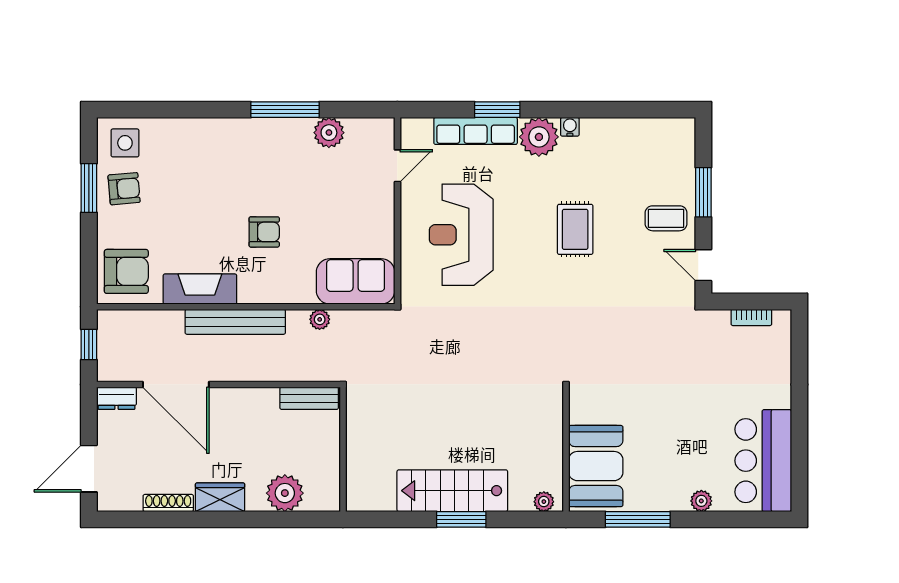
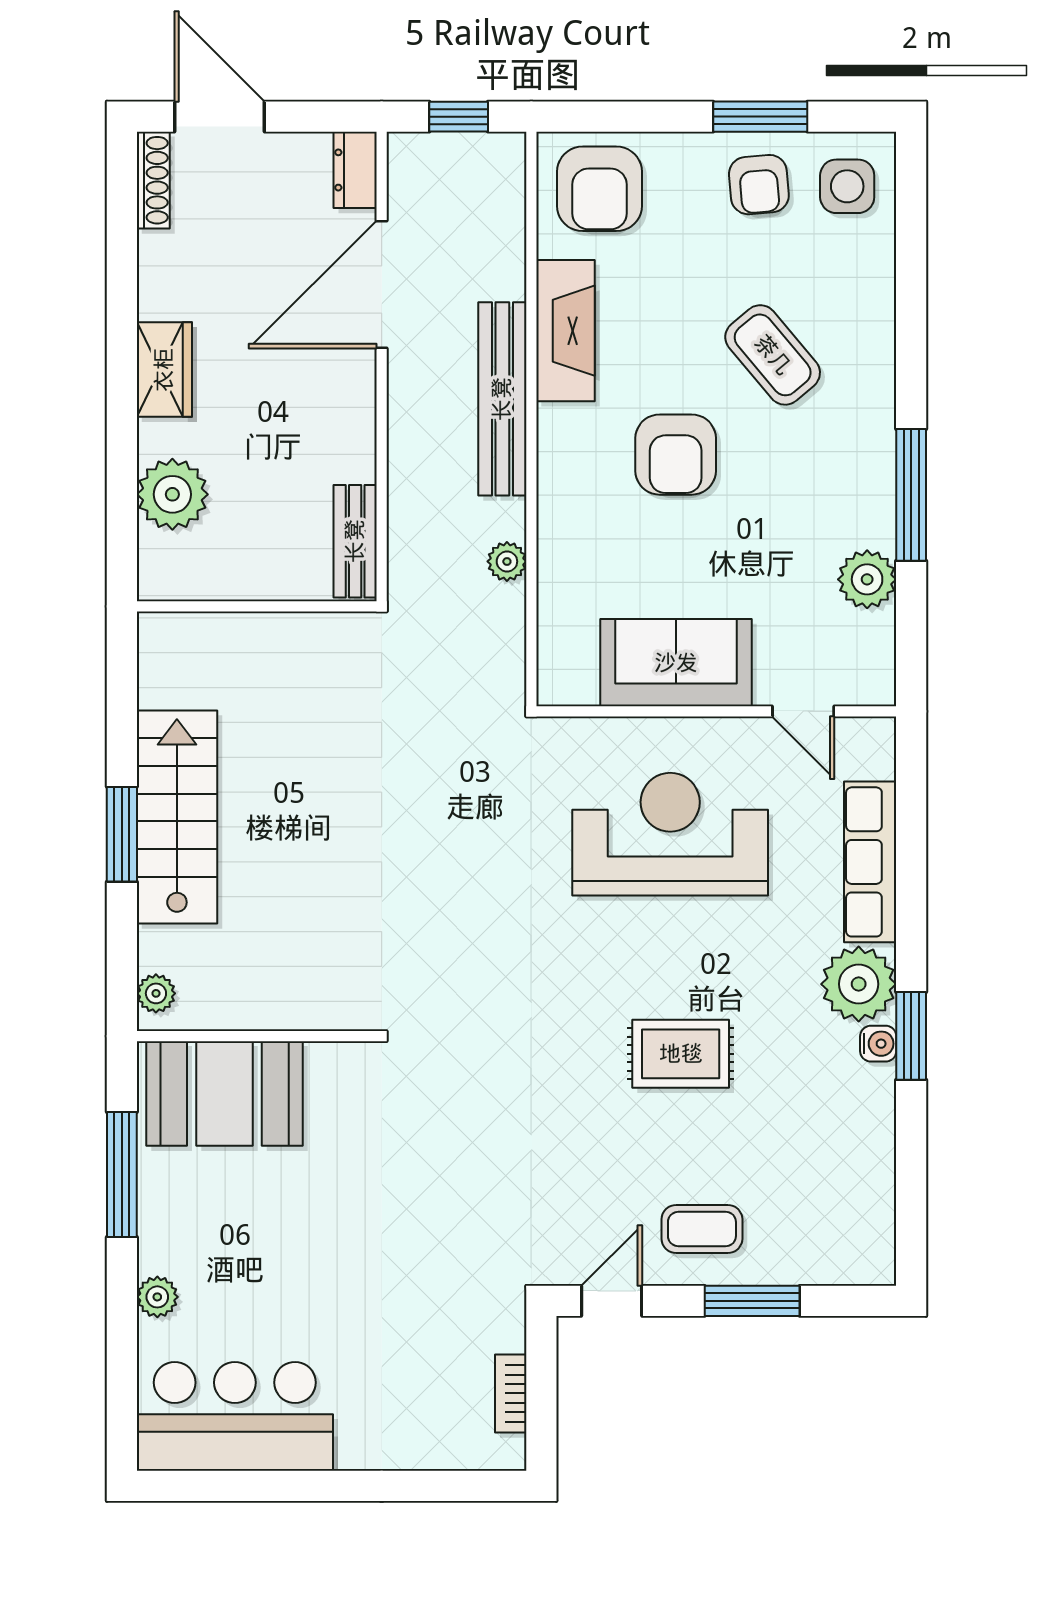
window: (497, 110) -> (911, 1036), moved
coffee table: (212, 182) -> (773, 355), added
coffee table: (666, 218) -> (702, 1229), turned 90
armchair: (264, 232) -> (676, 455), width x1.38, depth x1.38
sofa: (356, 281) -> (676, 663), moved, turned -90
shoe rack: (168, 503) -> (153, 180), moved

